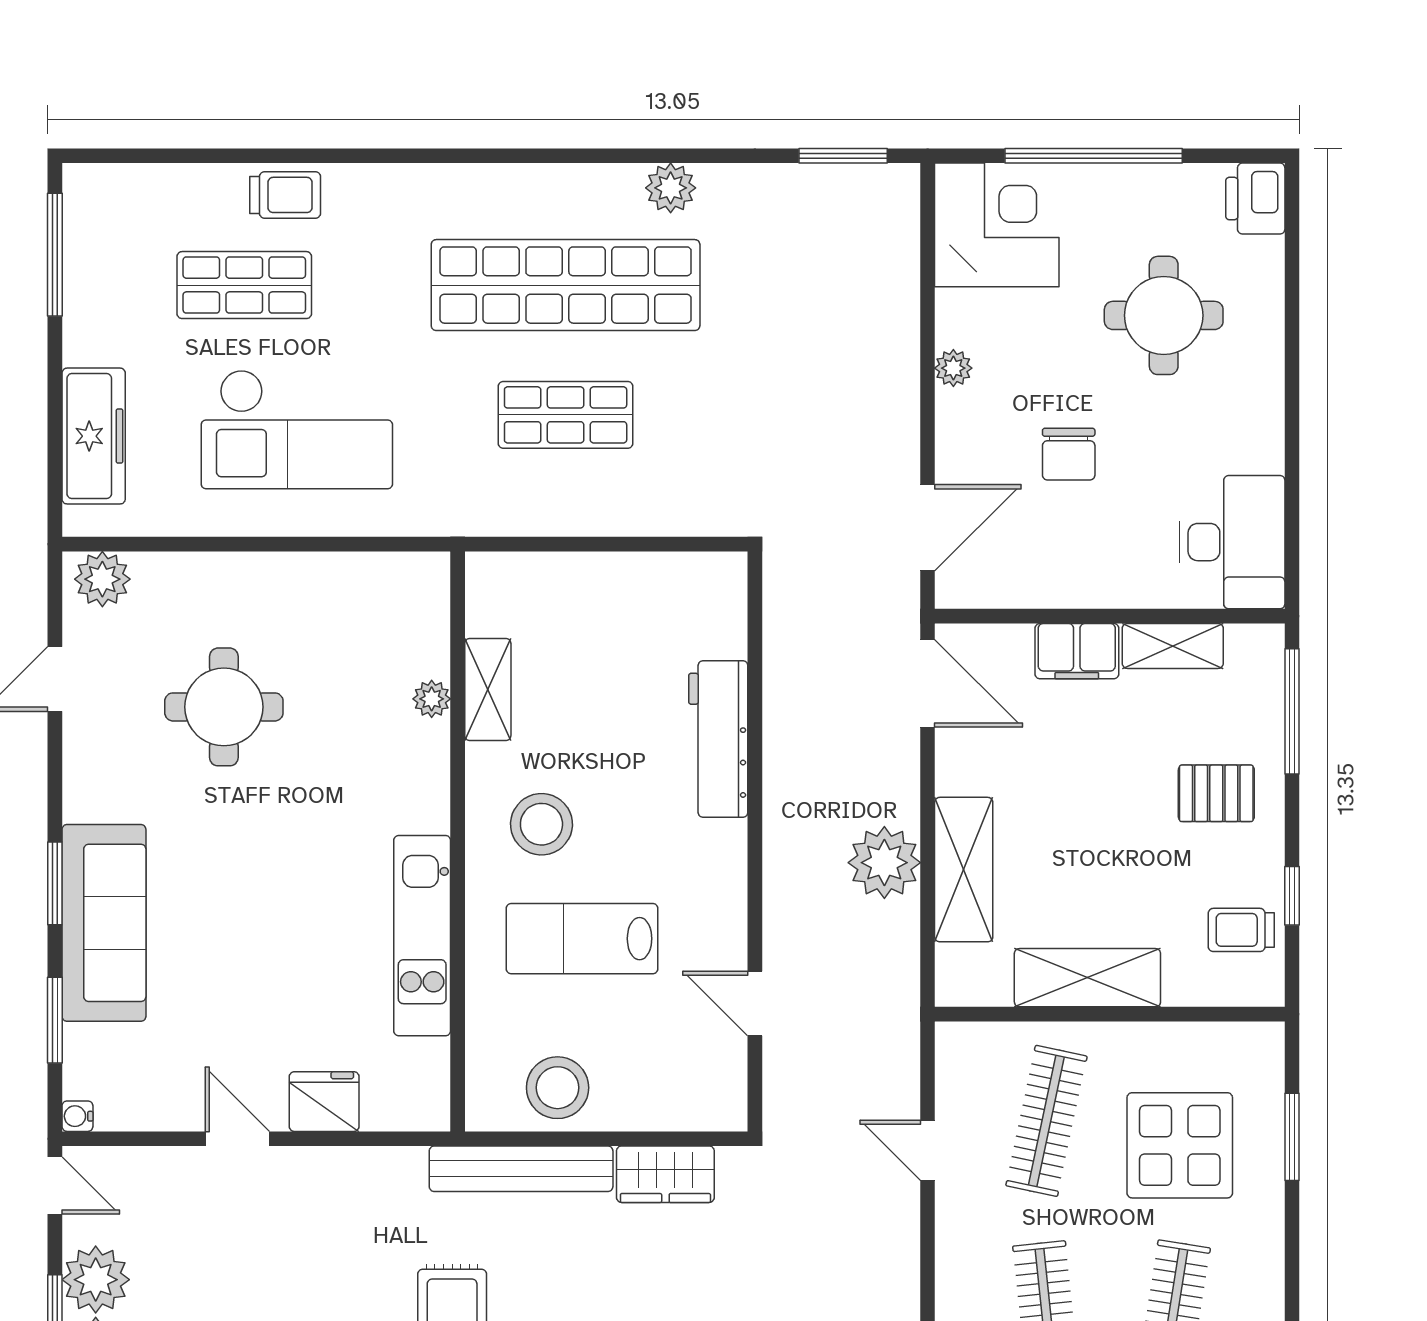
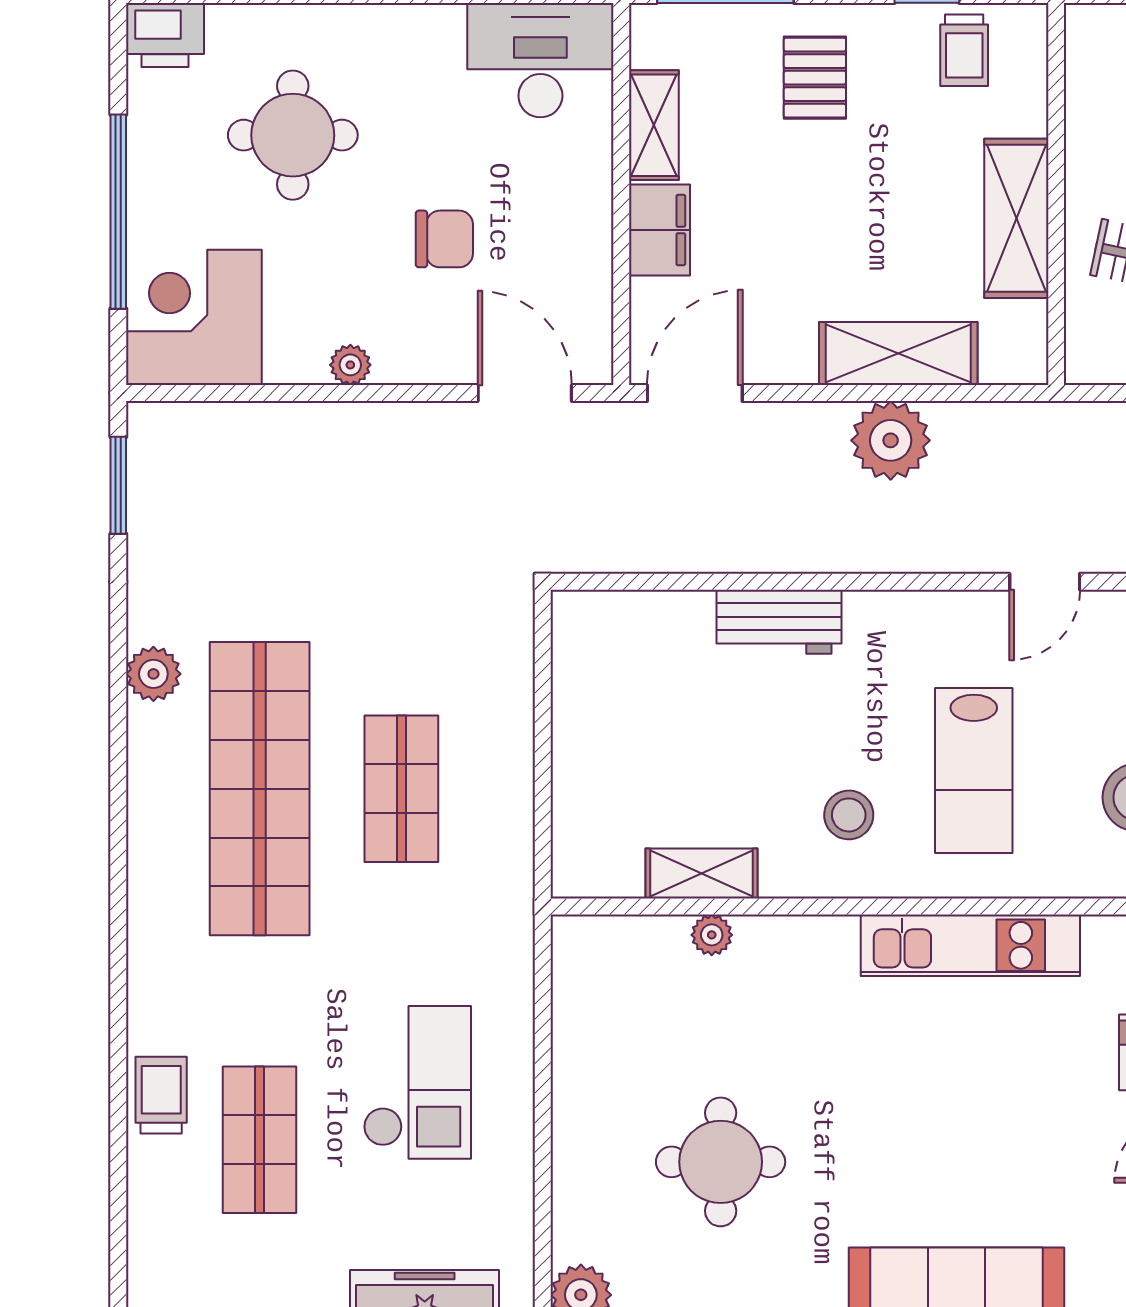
checkout: (297, 429) -> (417, 1082), width x0.73, depth x0.83
workbench: (718, 739) -> (779, 622), width x0.73
stool: (541, 824) -> (849, 815), width x0.73, depth x0.73

